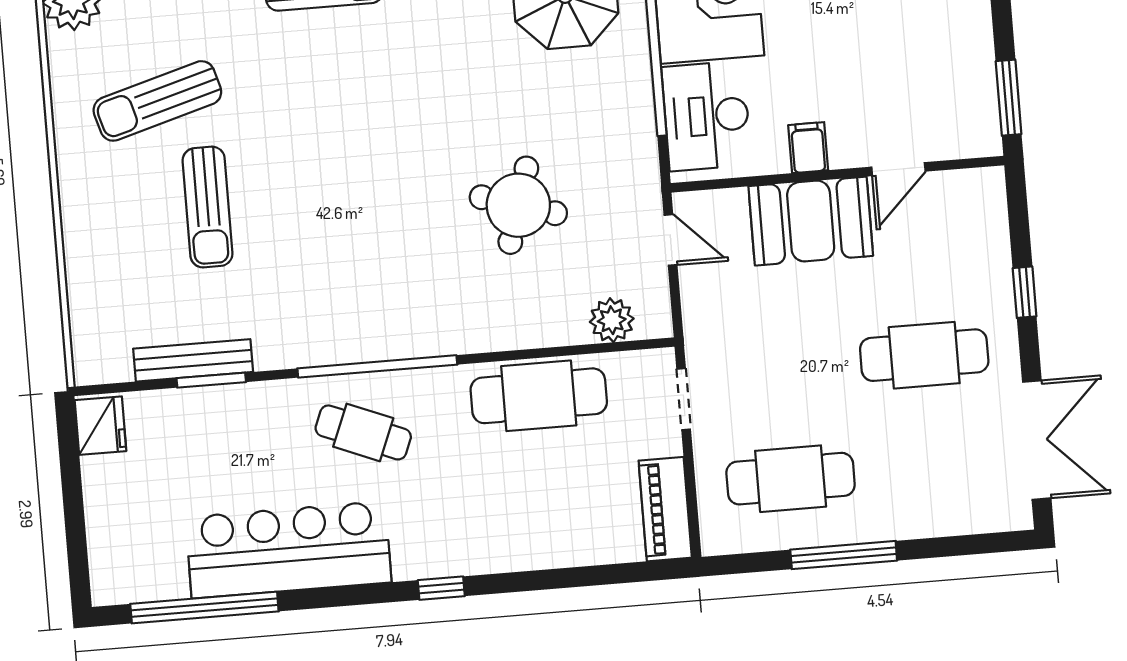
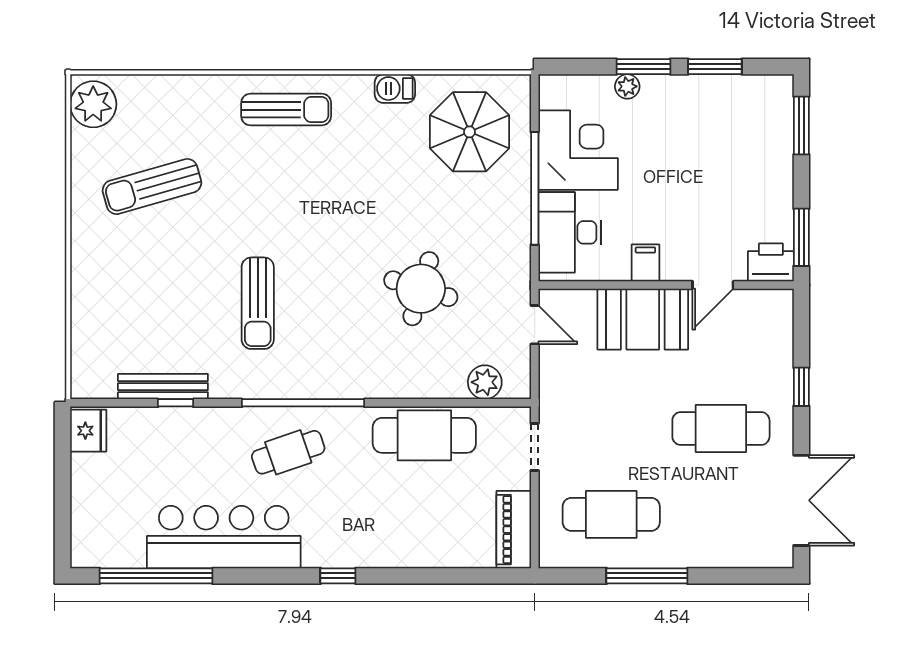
printer: (971, 134) -> (771, 262), added
sun lounger: (208, 207) -> (258, 303), moved
window: (211, 380) -> (176, 403), width x0.67
cafe table: (363, 432) -> (288, 452), turned -41

